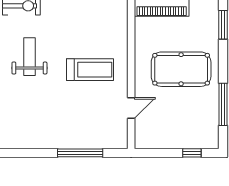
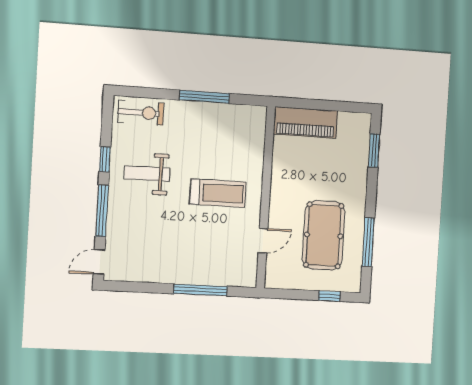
weight bench: (29, 57) -> (147, 174), turned -90
pool table: (181, 69) -> (324, 235), moved, turned 90

